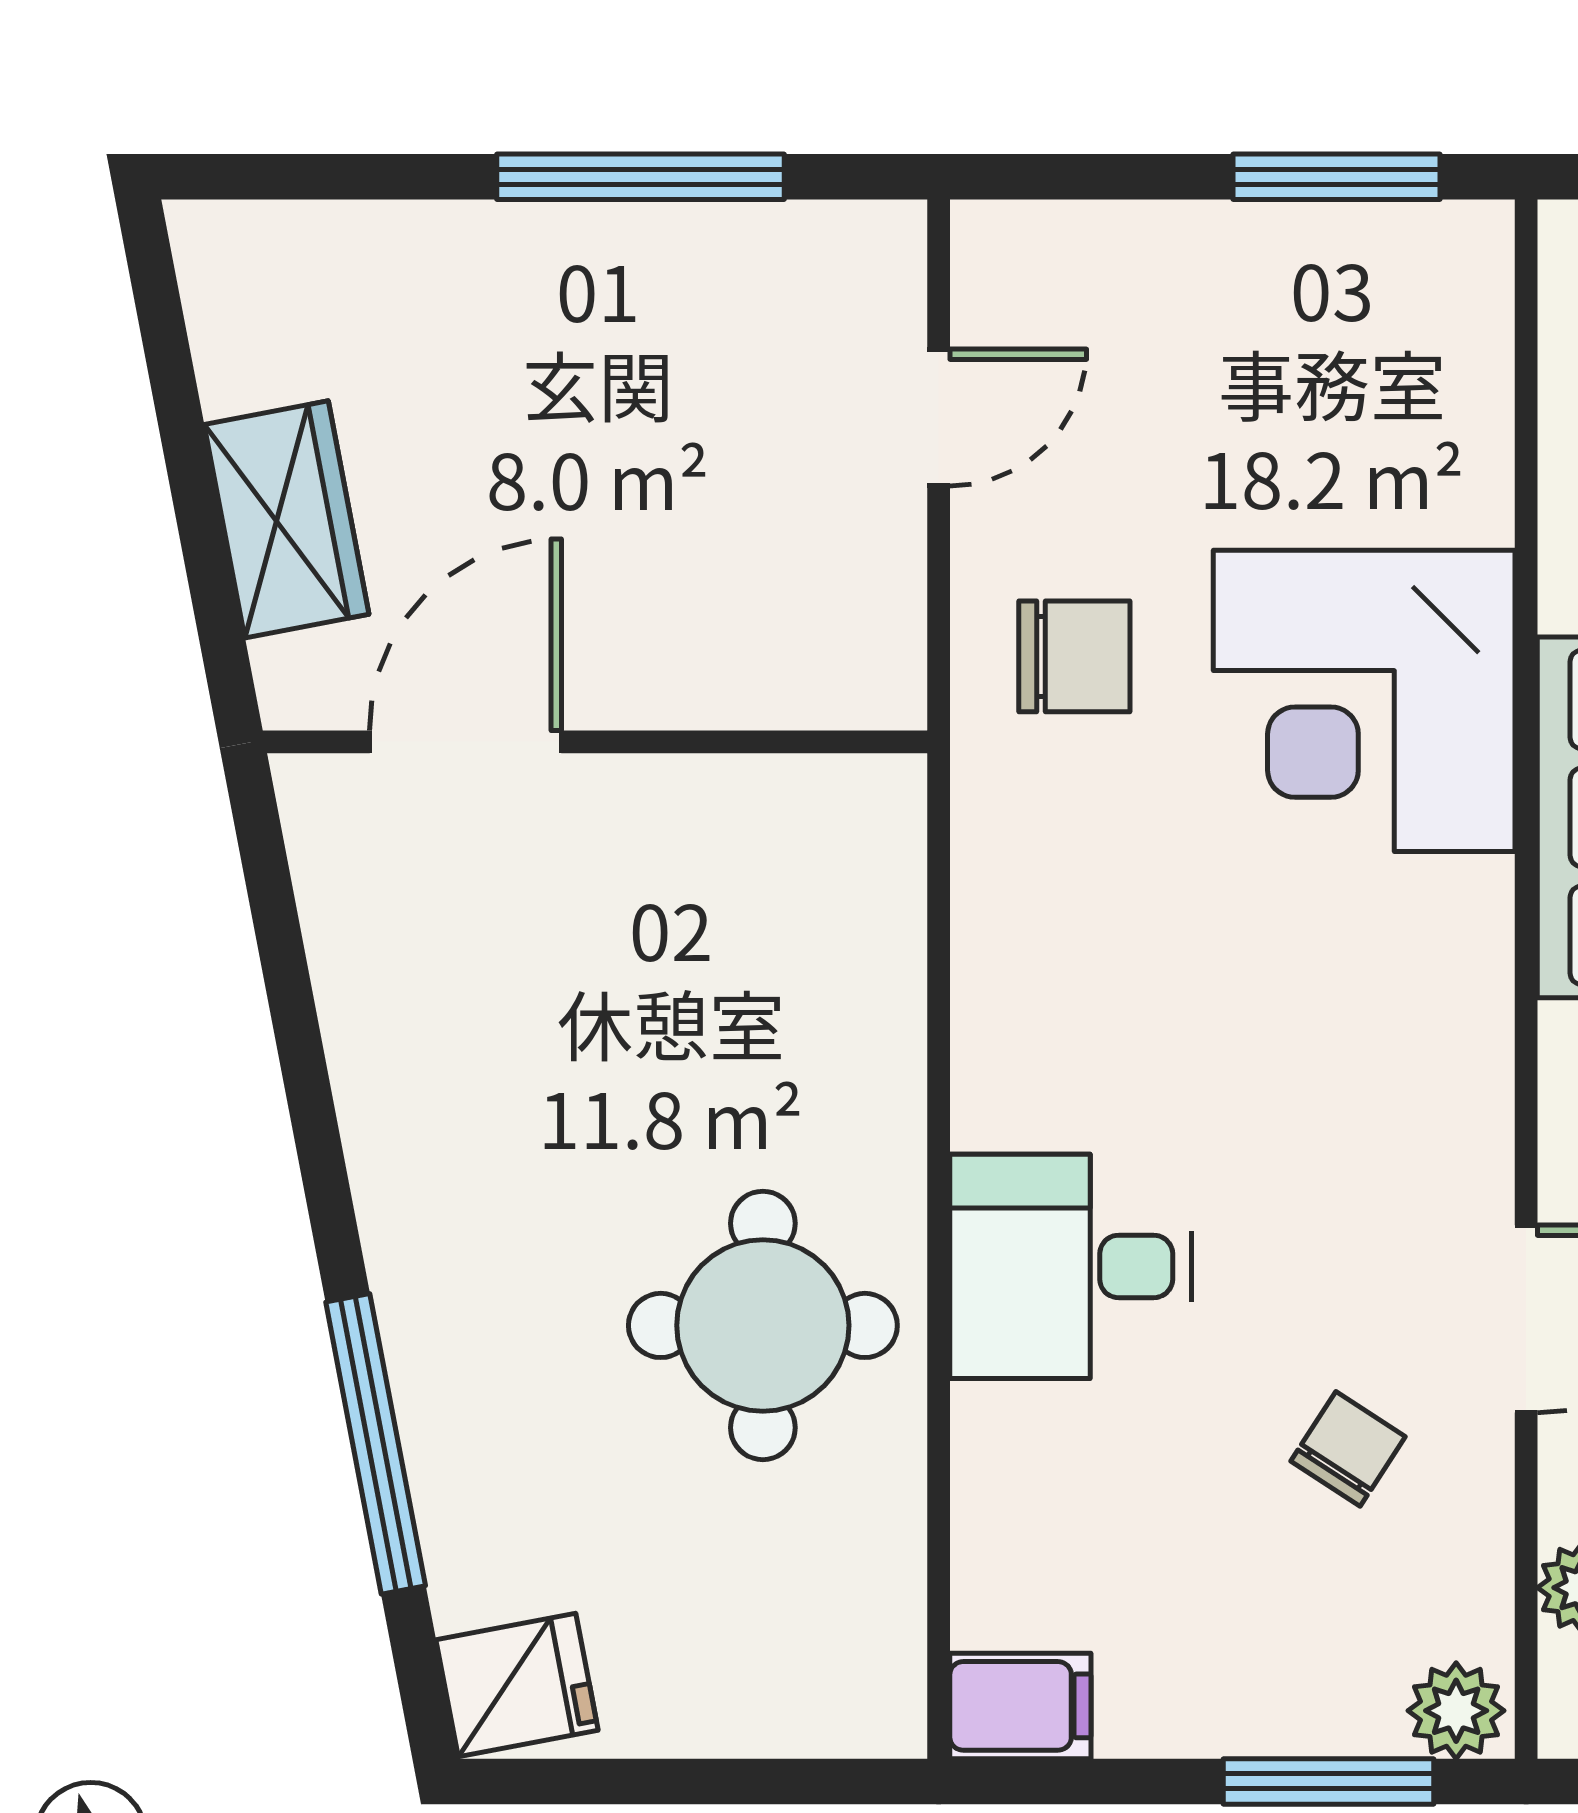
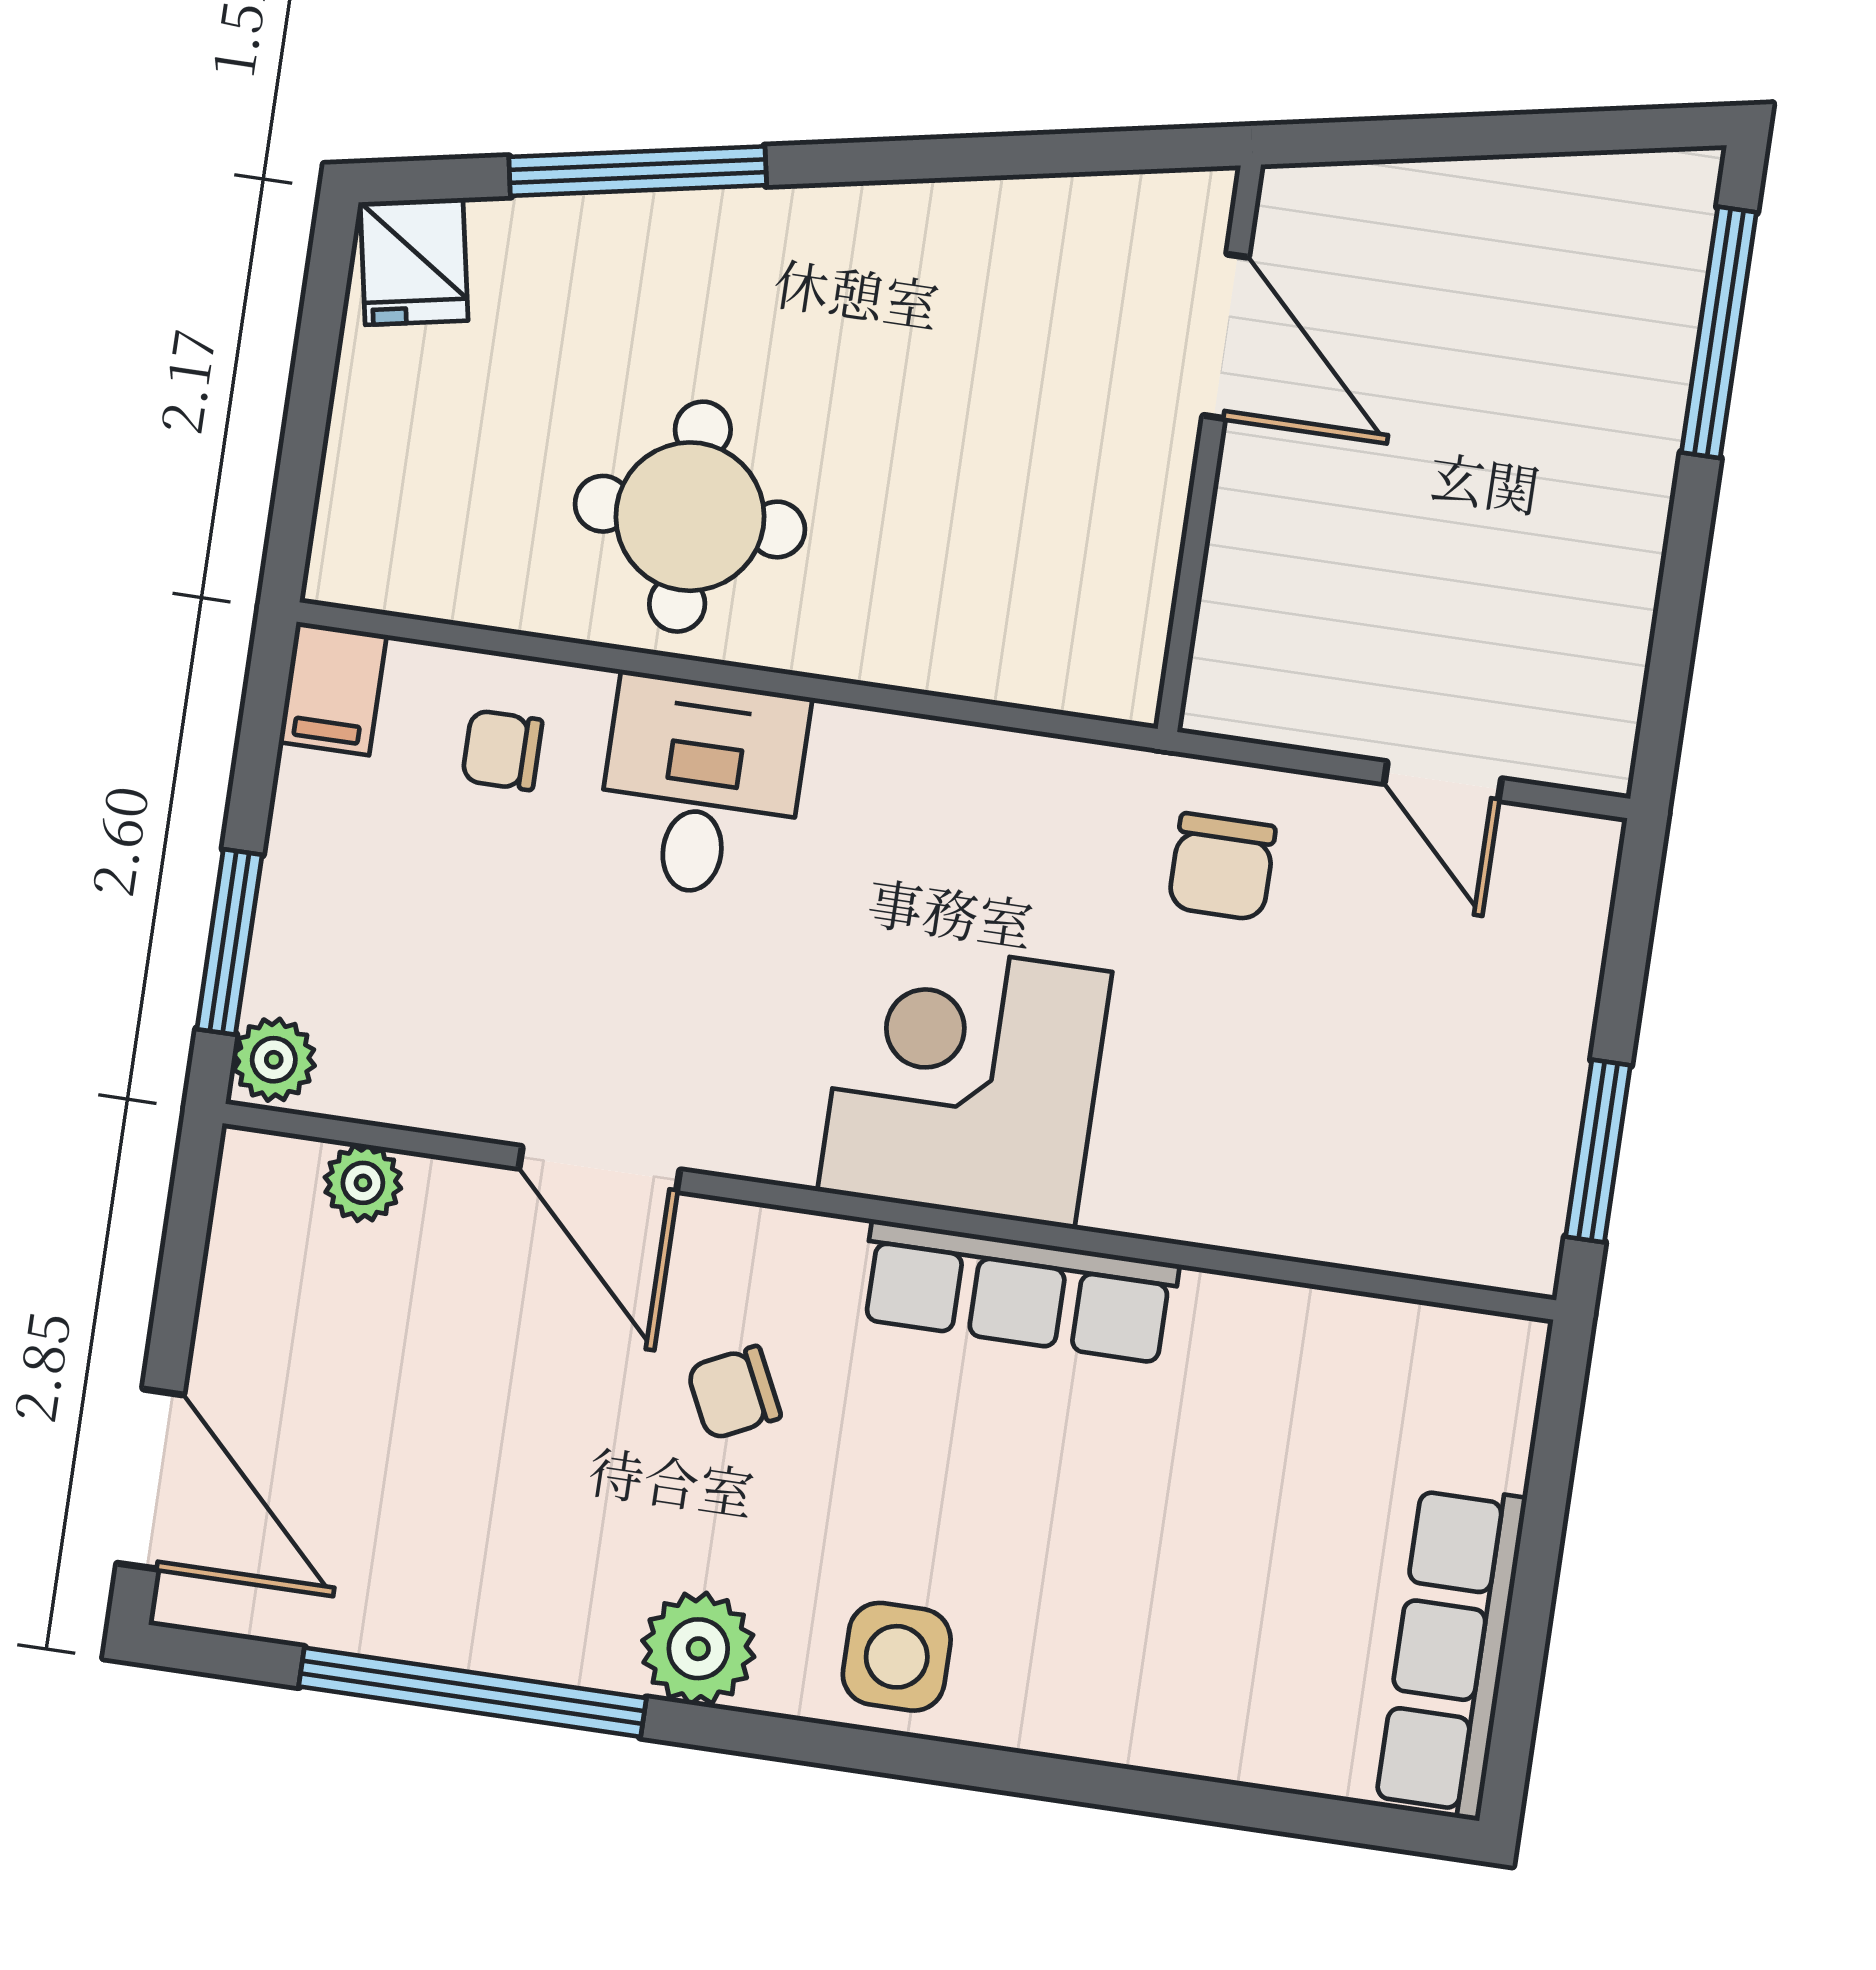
window: (641, 177) -> (1719, 332), moved
wardrobe: (286, 519) -> (1438, 212), removed
corner desk: (1364, 701) -> (965, 1082), moved
chair: (1348, 1449) -> (502, 750), moved, turned 147

